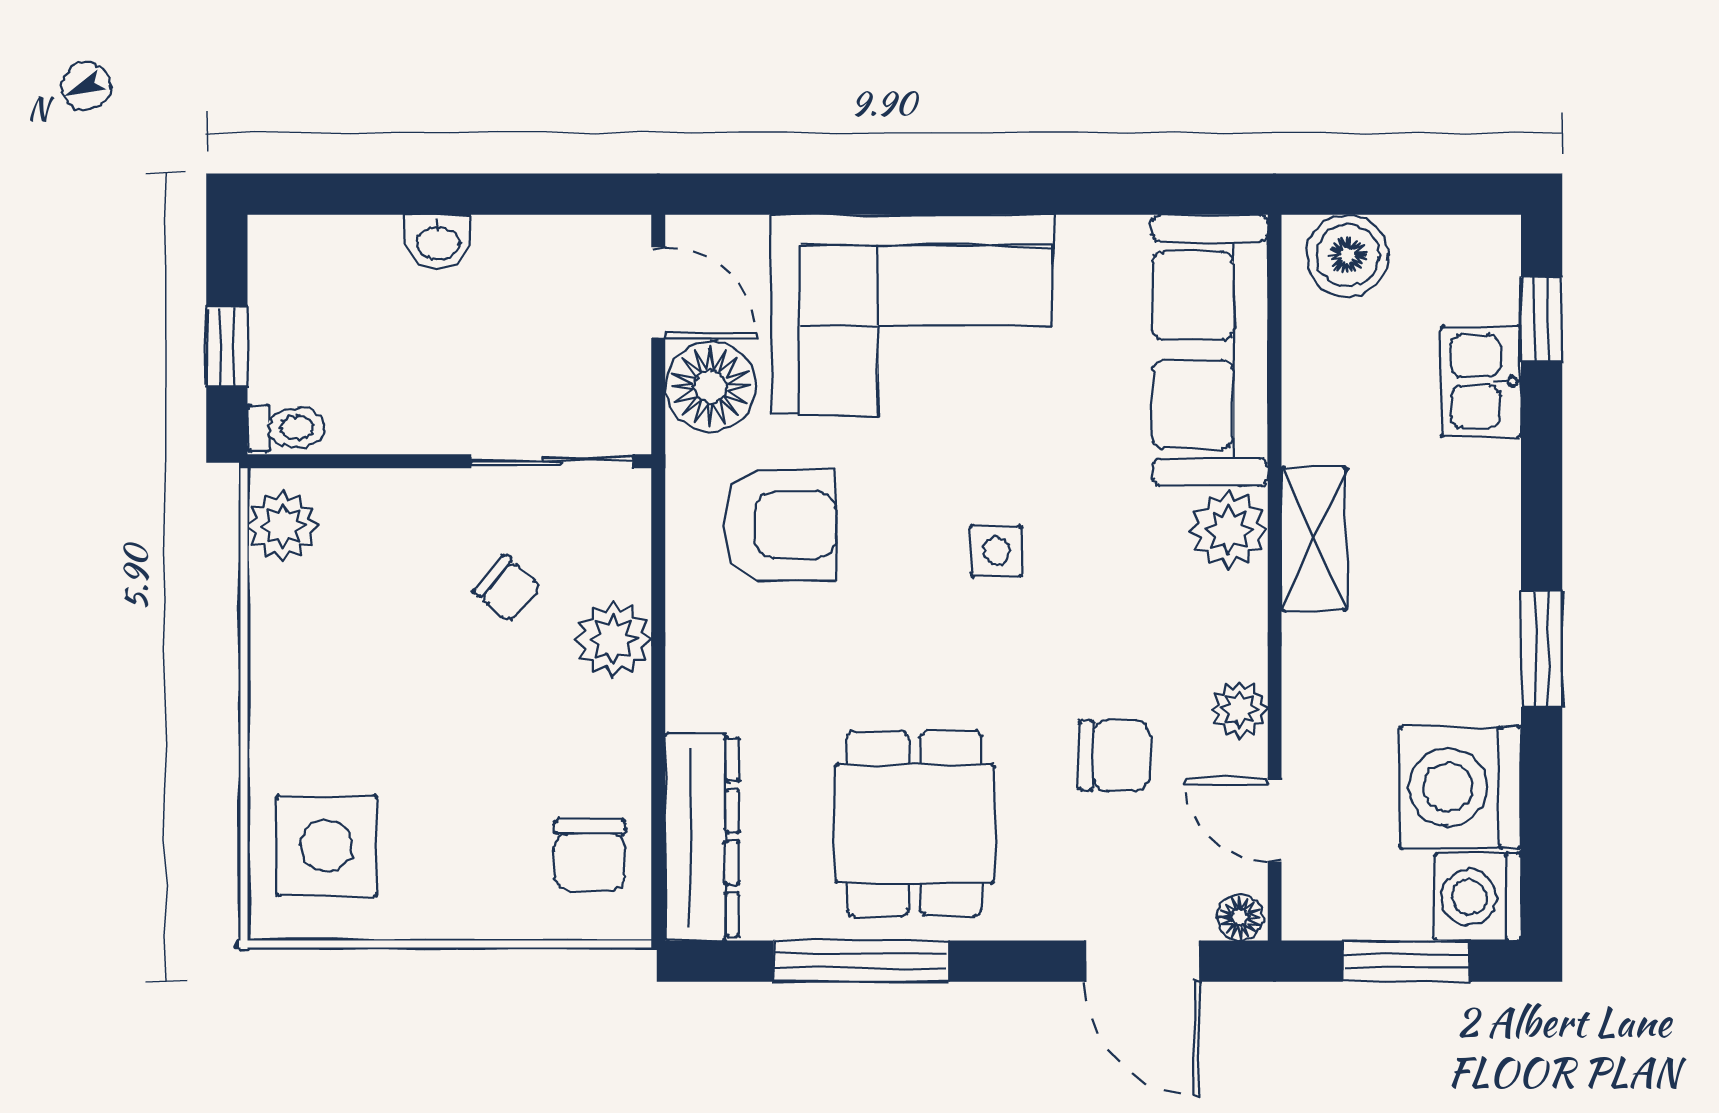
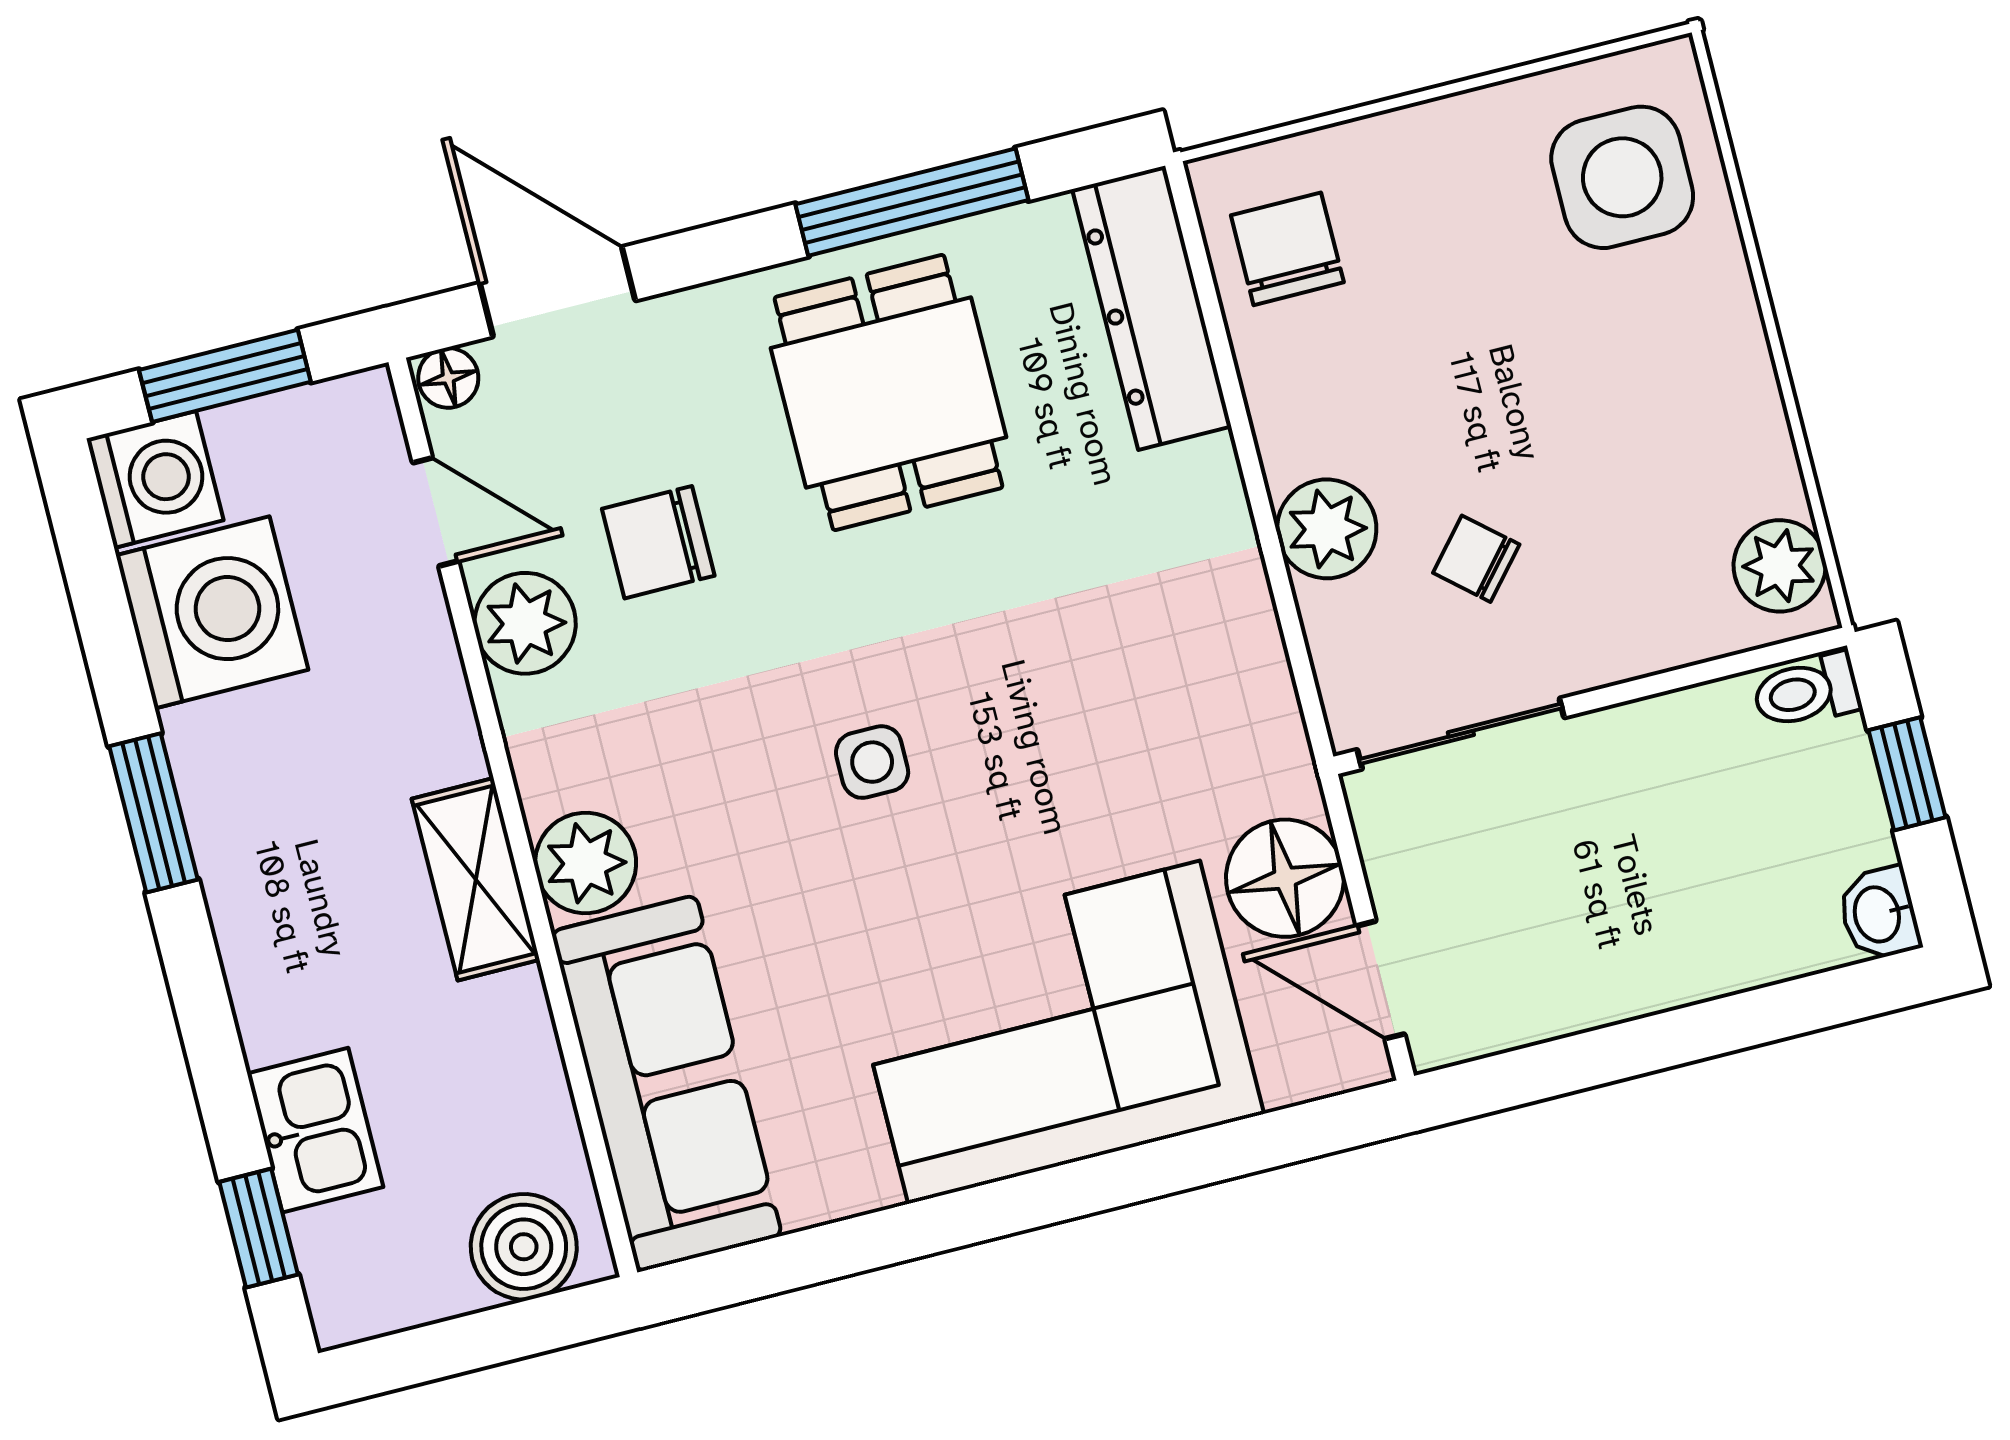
washbasin: (438, 242) -> (1879, 914), moved, turned -90
armchair: (780, 525) -> (1154, 726), removed
plant: (1239, 709) -> (525, 623), width x1.38, depth x1.38

